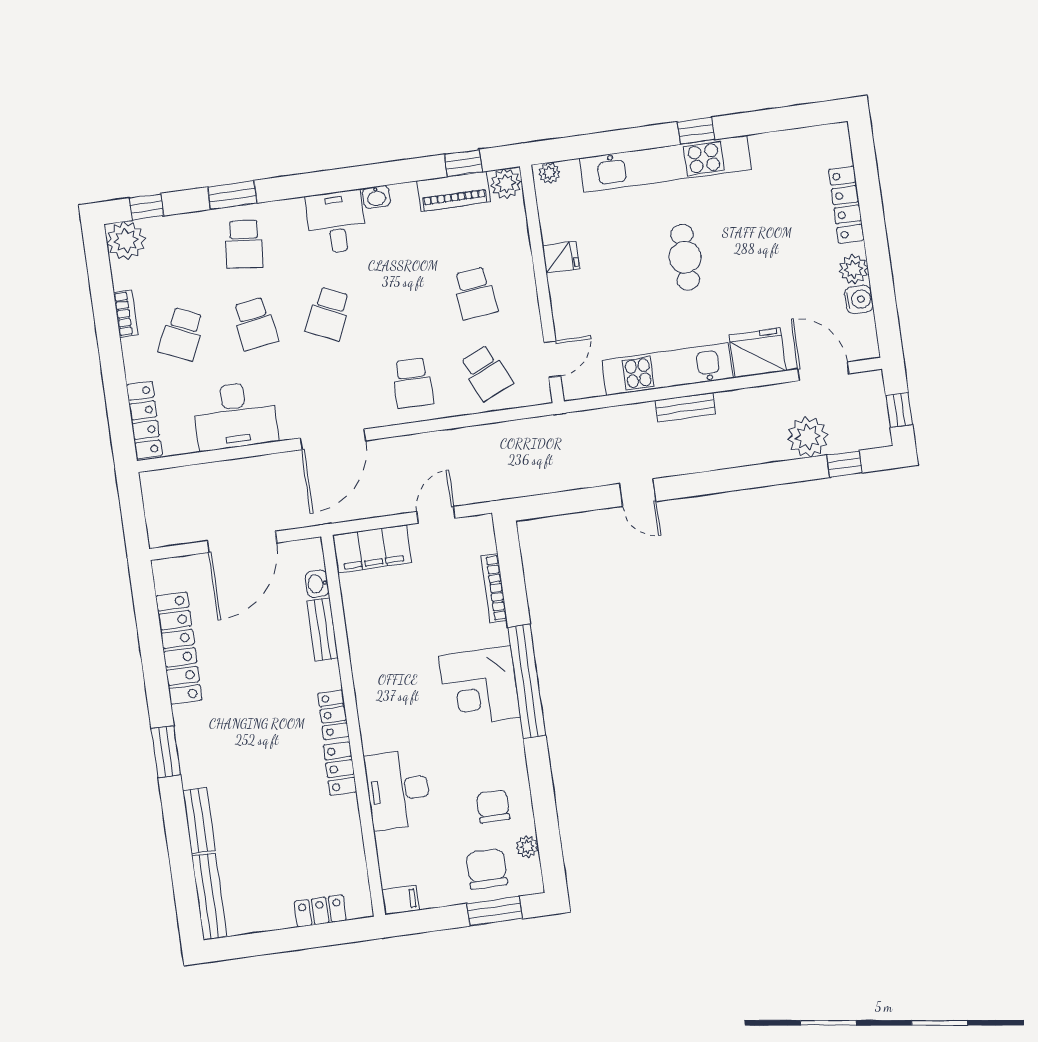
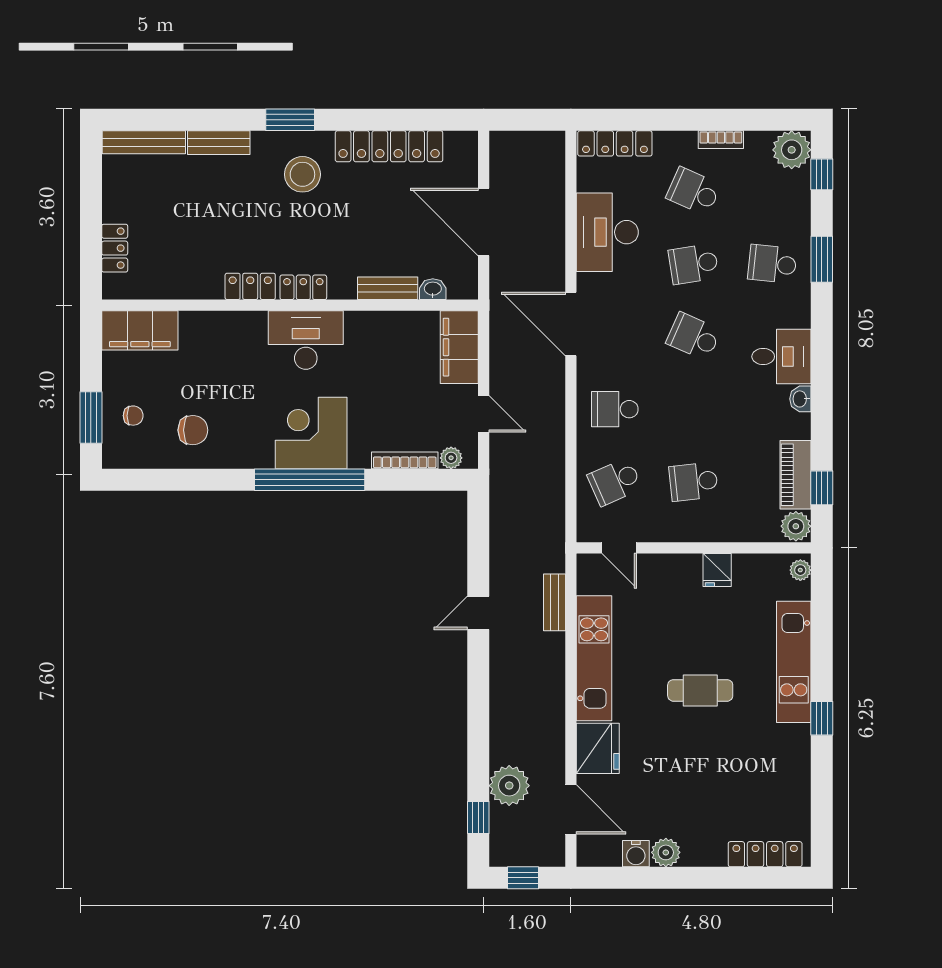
kitchen unit: (665, 164) -> (794, 662), width x0.73
locker: (846, 205) -> (765, 854), moved
door: (823, 371) -> (571, 809), hinge flipped
bench: (685, 407) -> (555, 602), moved
stool: (219, 732) -> (302, 174), added
desk: (398, 790) -> (306, 340), moved
plant: (527, 847) -> (451, 458), moved
chair: (487, 869) -> (133, 416), width x0.54, depth x0.54
filing cabinet: (400, 900) -> (140, 330), width x3.00, depth x1.17

